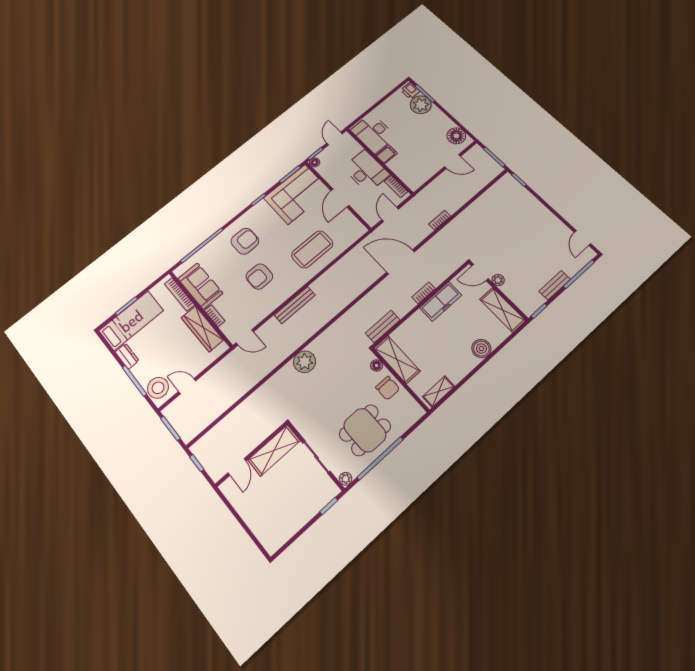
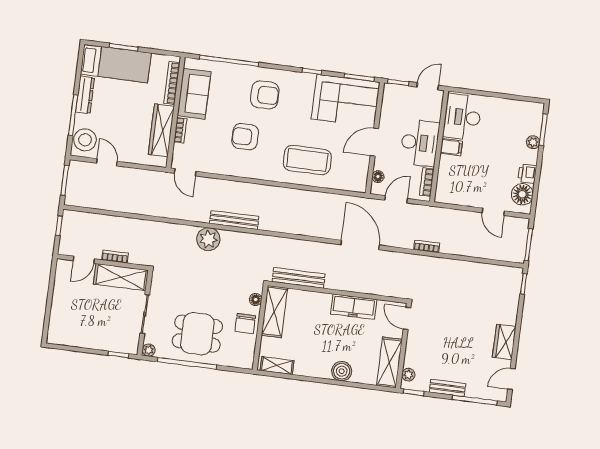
printer: (410, 91) -> (527, 174), moved
plant: (421, 105) -> (533, 142), width x0.53, depth x0.53
floor lamp: (315, 162) -> (378, 177), moved
wardrobe: (551, 222) -> (504, 342), added
plant: (498, 280) -> (408, 375), moved
bookcase: (424, 293) -> (115, 257), moved
bench: (295, 305) -> (234, 220), moved
bench: (383, 326) -> (299, 278), width x1.36
dresser: (127, 356) -> (85, 95), width x1.44

